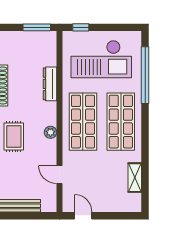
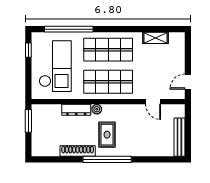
window: (81, 27) -> (28, 50), moved
plant: (50, 132) -> (97, 109), moved
rug: (14, 137) -> (107, 135), moved, turned 90
door: (59, 175) -> (153, 102), hinge flipped

